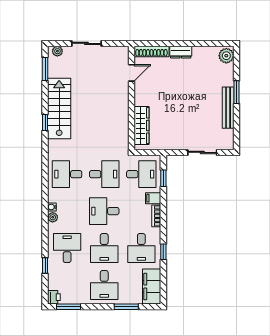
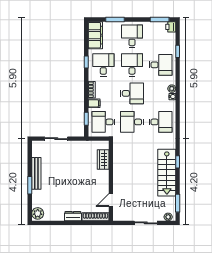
wardrobe: (142, 126) -> (103, 159), width x0.67
desk: (67, 248) -> (161, 65), turned -90

